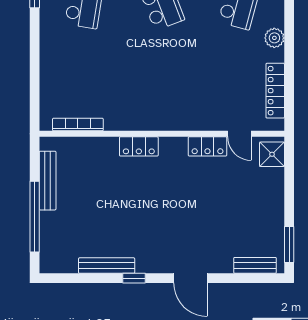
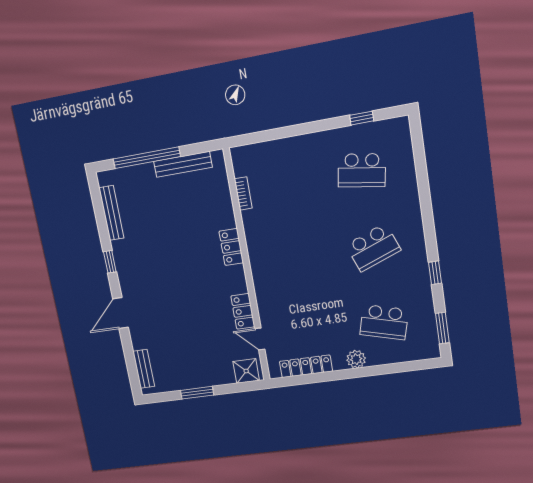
bookcase: (78, 125) -> (243, 193), width x0.64
door: (239, 134) -> (260, 339), hinge flipped
window: (289, 244) -> (197, 393), moved
bench: (107, 266) -> (111, 213), moved

